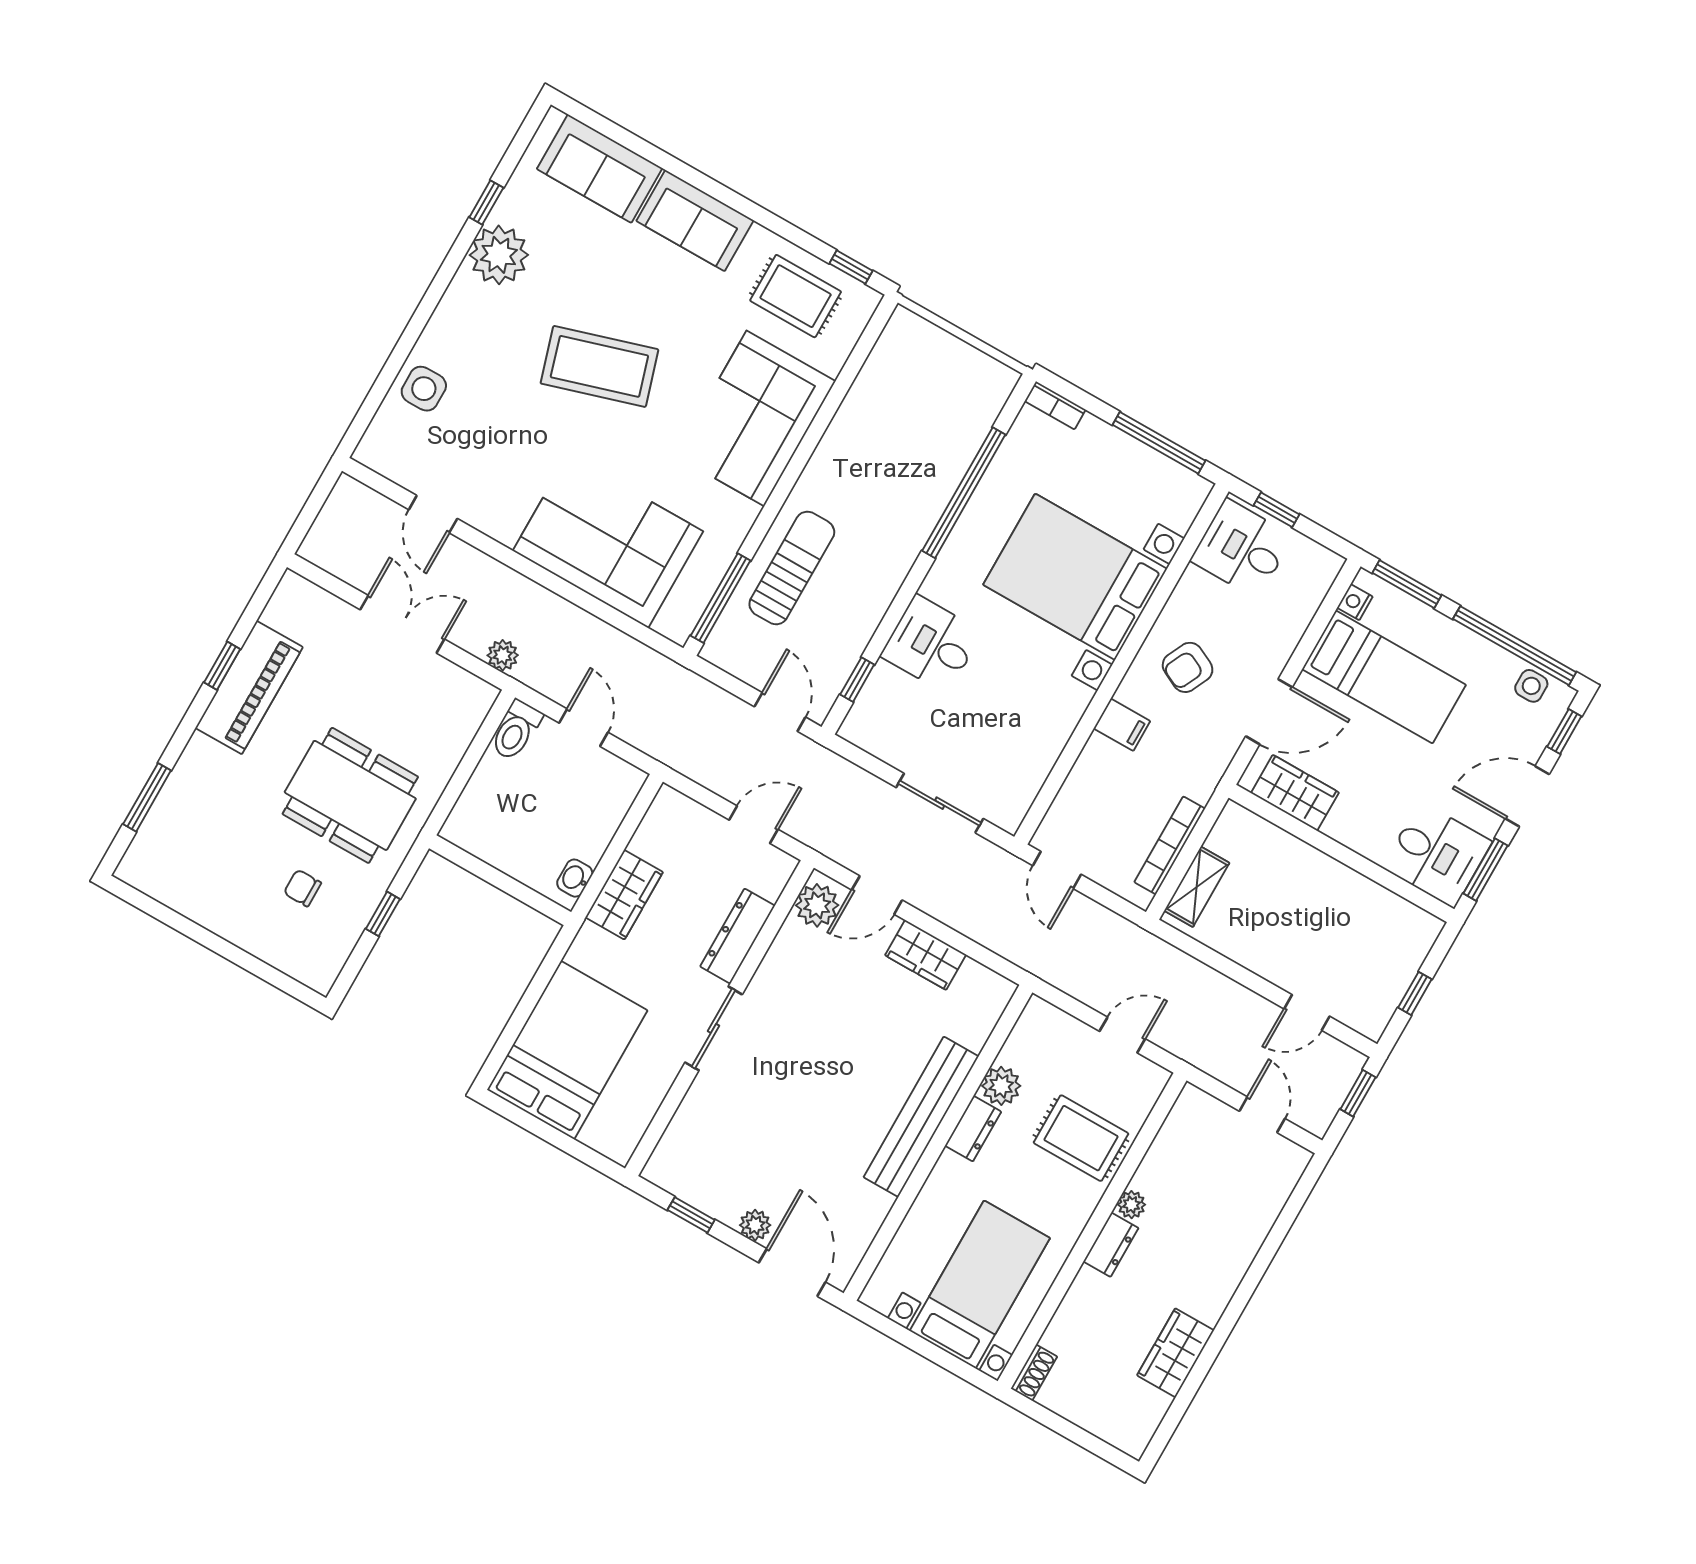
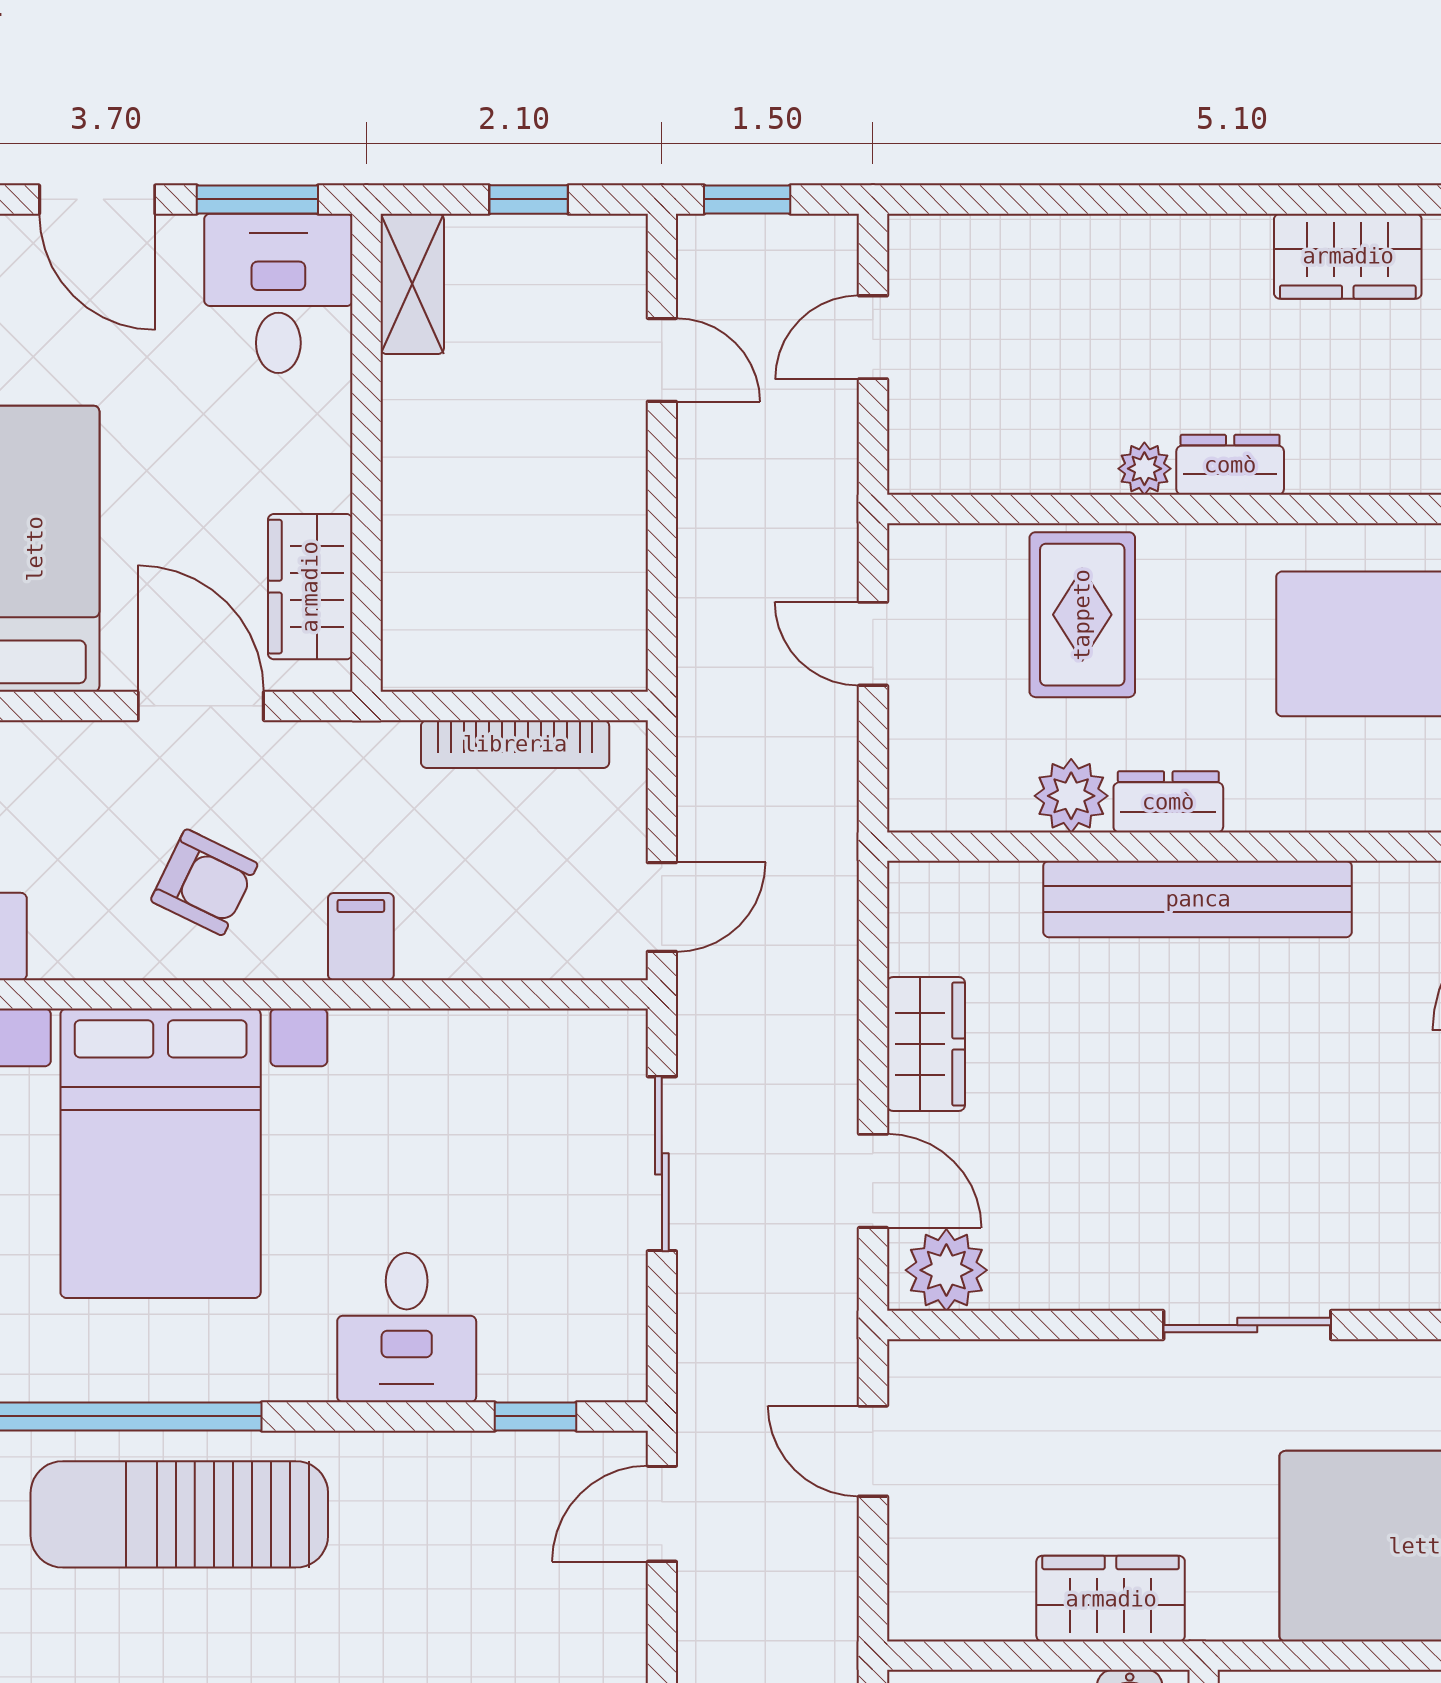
sun lounger: (792, 568) -> (179, 1514), moved, width x1.36, depth x1.34
shelving: (1197, 887) -> (412, 284), moved, turned 90
dresser: (737, 936) -> (1072, 1373), removed

